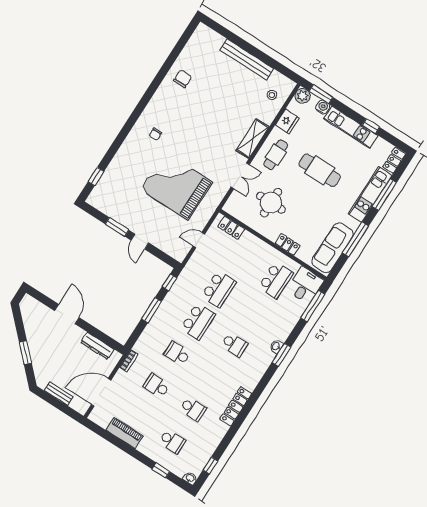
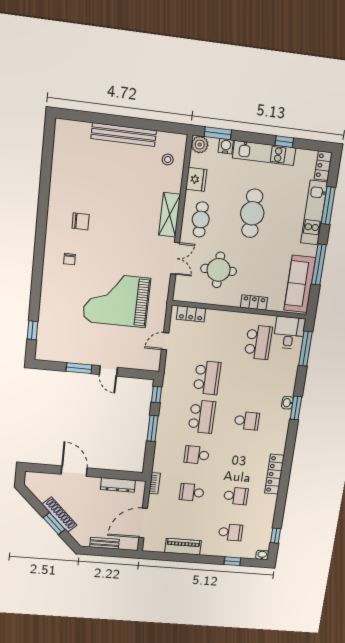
chair: (183, 79) -> (81, 221), moved, turned 90
cafe table: (320, 170) -> (252, 213), turned 90
shoe rack: (34, 347) -> (59, 515), added

